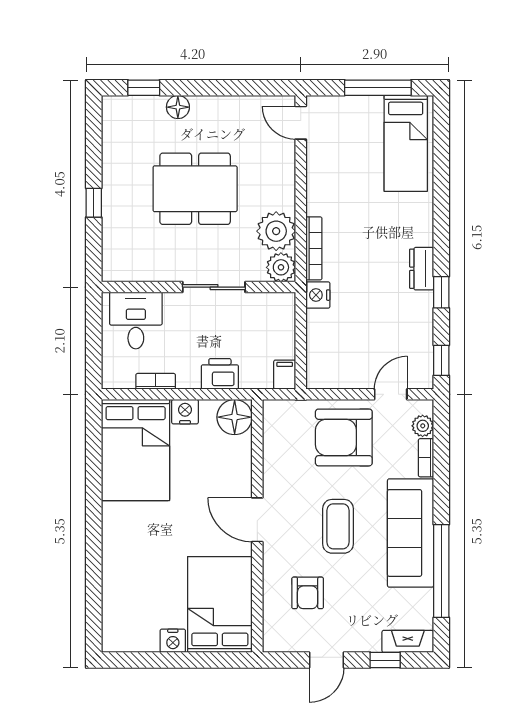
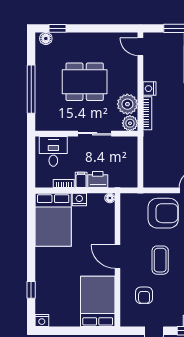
floor lamp: (178, 107) -> (46, 39), moved
window: (94, 203) -> (31, 89), width x3.17
nightstand: (318, 295) -> (150, 89), moved
filing cabinet: (285, 375) -> (81, 180), moved
floor lamp: (235, 417) -> (110, 198), width x0.53, depth x0.53
armchair: (344, 437) -> (163, 213), turned 180
window: (94, 582) -> (31, 290), added
nightstand: (173, 641) -> (42, 321), moved

